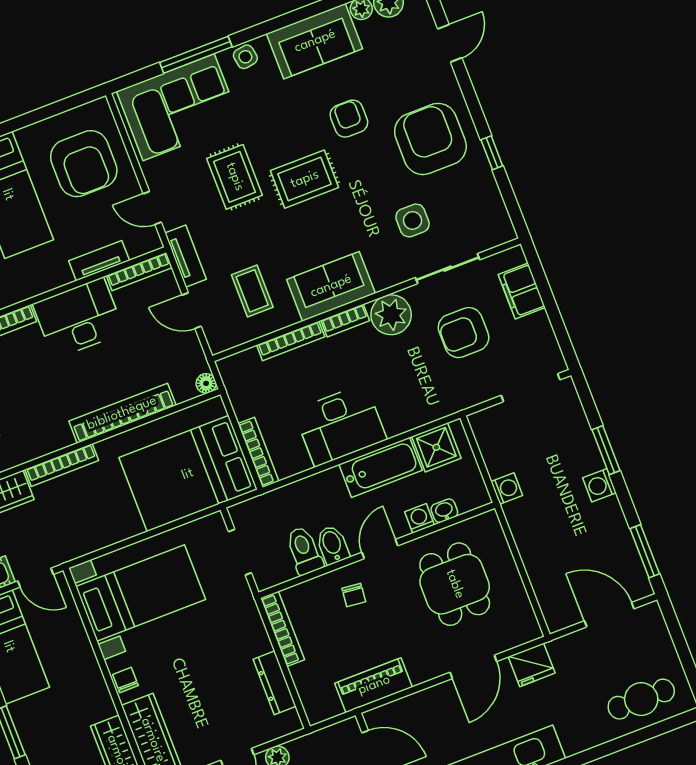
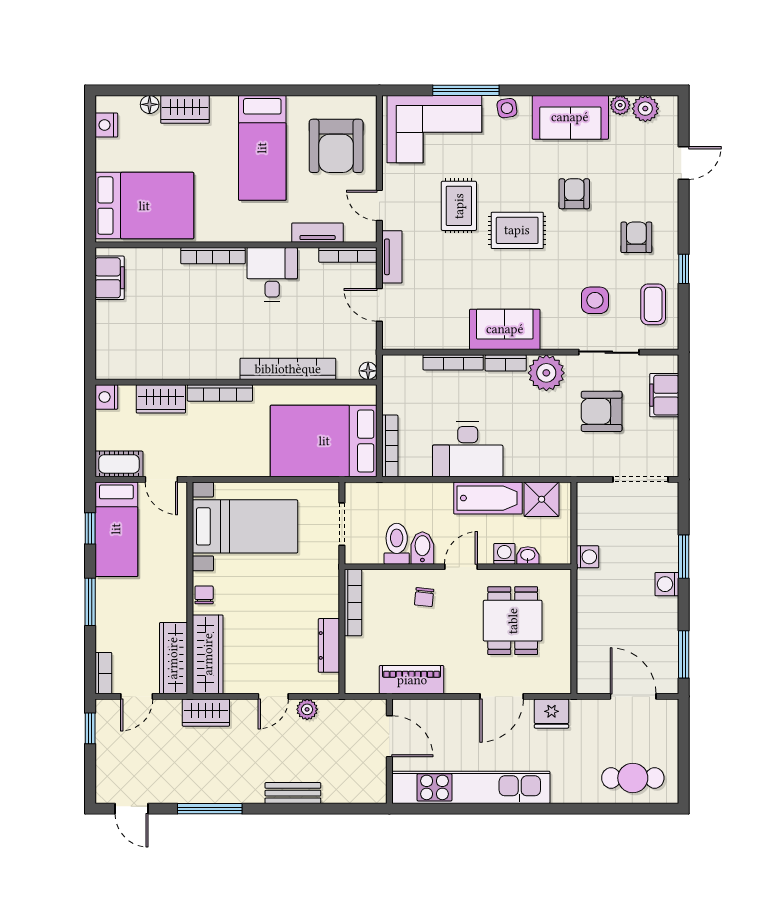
armchair: (430, 139) -> (636, 237), width x0.53, depth x0.53
coffee table: (252, 291) -> (653, 304), moved
desk: (78, 318) -> (272, 275), width x0.73

